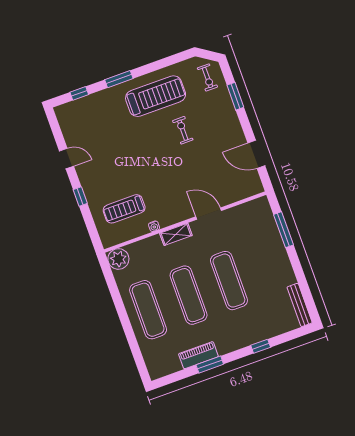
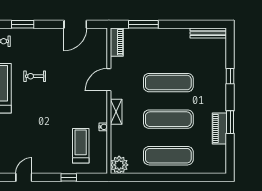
window: (80, 196) -> (69, 177), moved
piano: (253, 207) -> (117, 42), added
treadmill: (124, 209) -> (81, 146), turned 180

